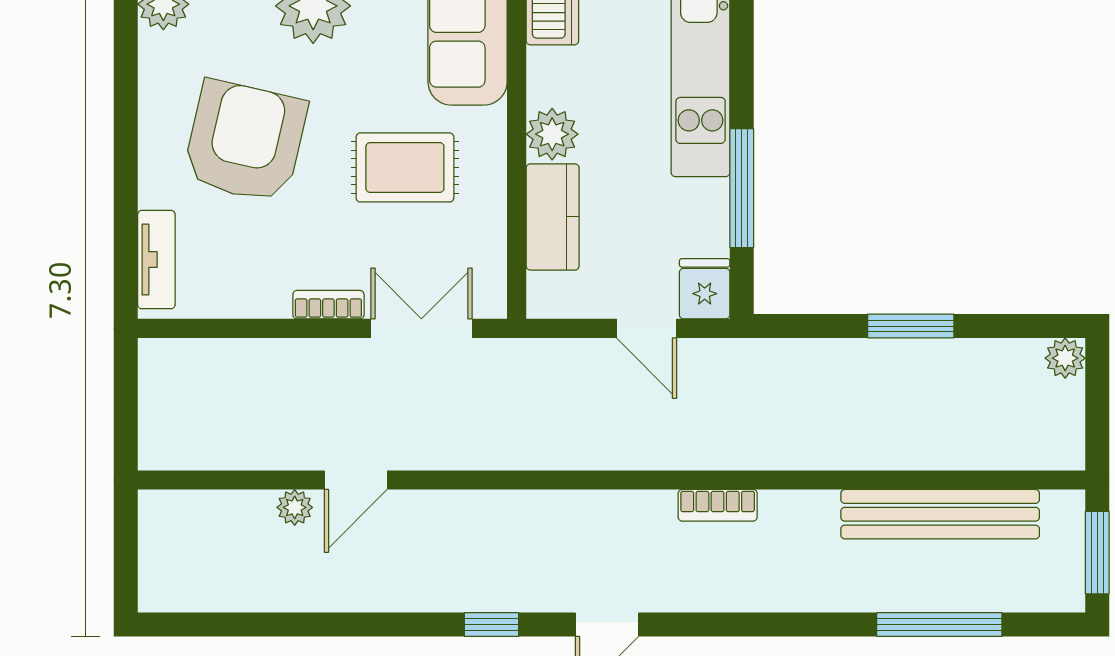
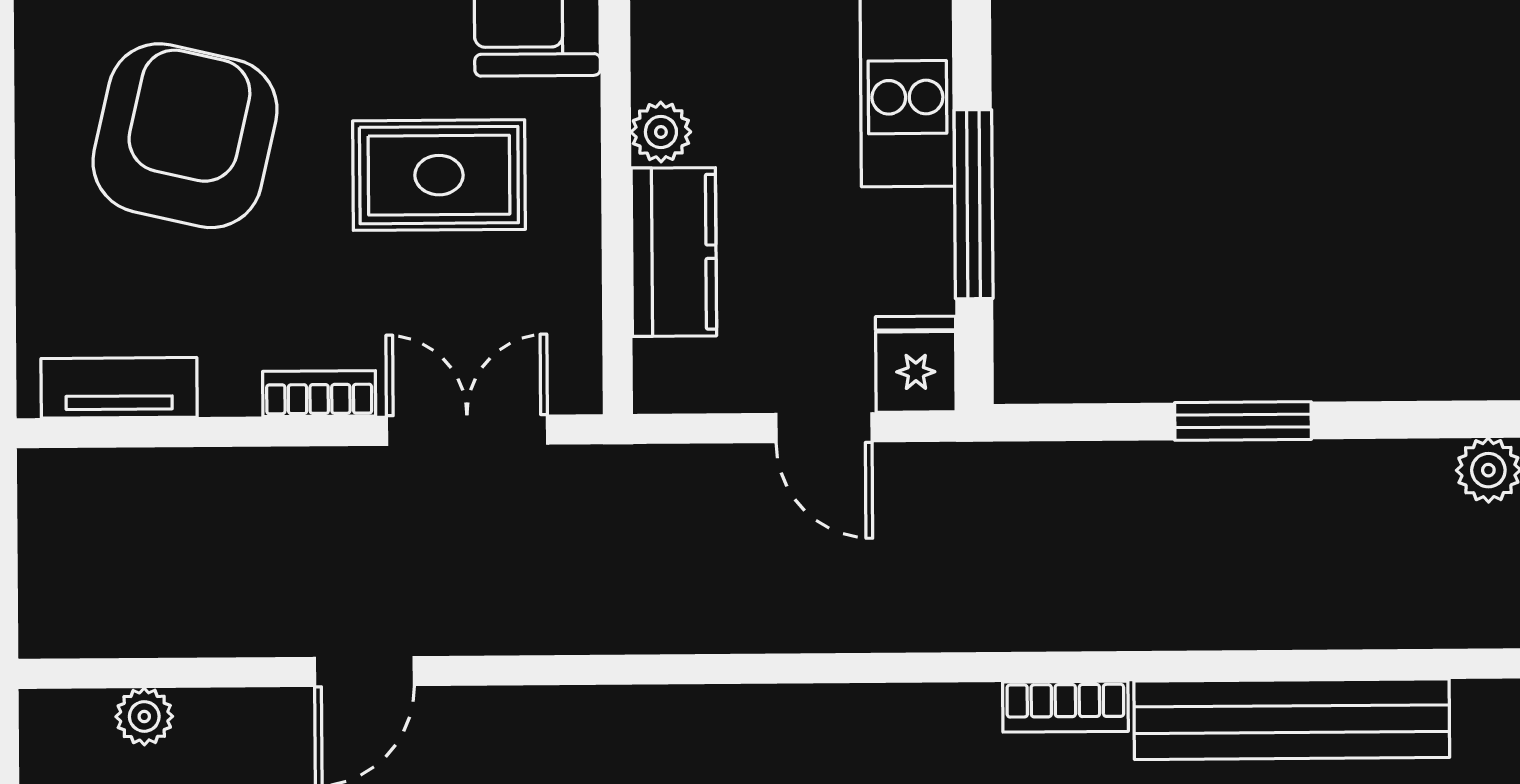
plant: (552, 134) -> (661, 132), width x0.73, depth x0.73
tv unit: (156, 260) -> (119, 388), moved, turned -90
bookcase: (718, 505) -> (1065, 707), moved
plant: (295, 507) -> (144, 716), moved

